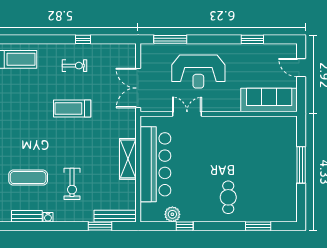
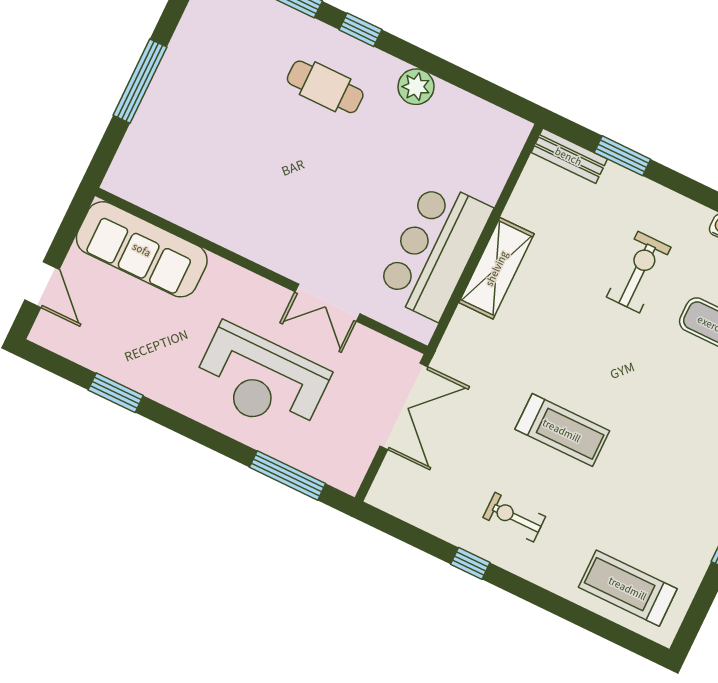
reception desk: (198, 72) -> (261, 380), turned 180
bar counter: (155, 164) -> (434, 250), width x0.73
cafe table: (228, 197) -> (325, 87), turned 90
plant: (172, 214) -> (416, 87), moved
bench: (115, 216) -> (569, 156), width x0.73
window: (185, 226) -> (360, 30), moved

